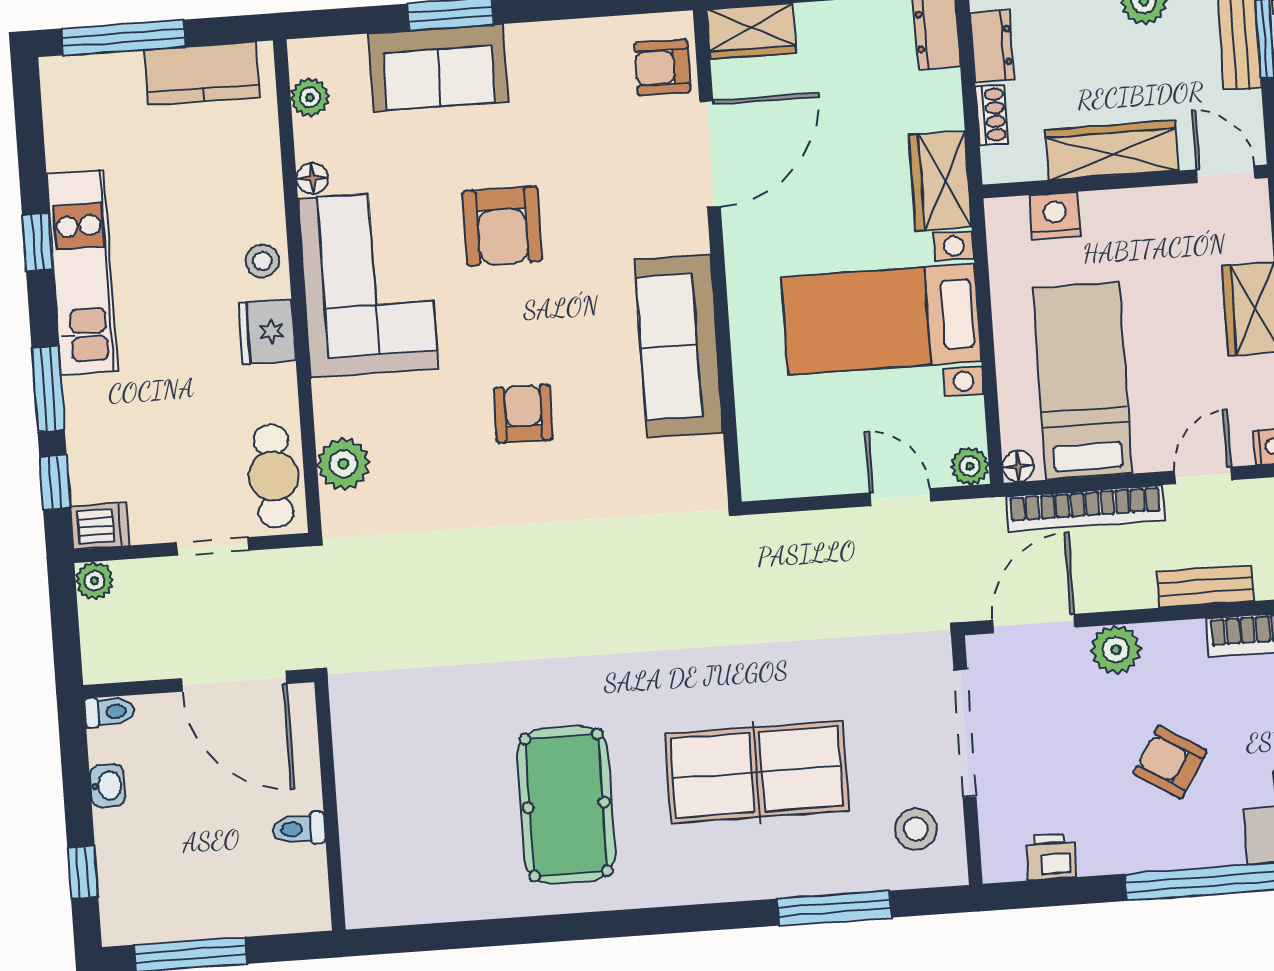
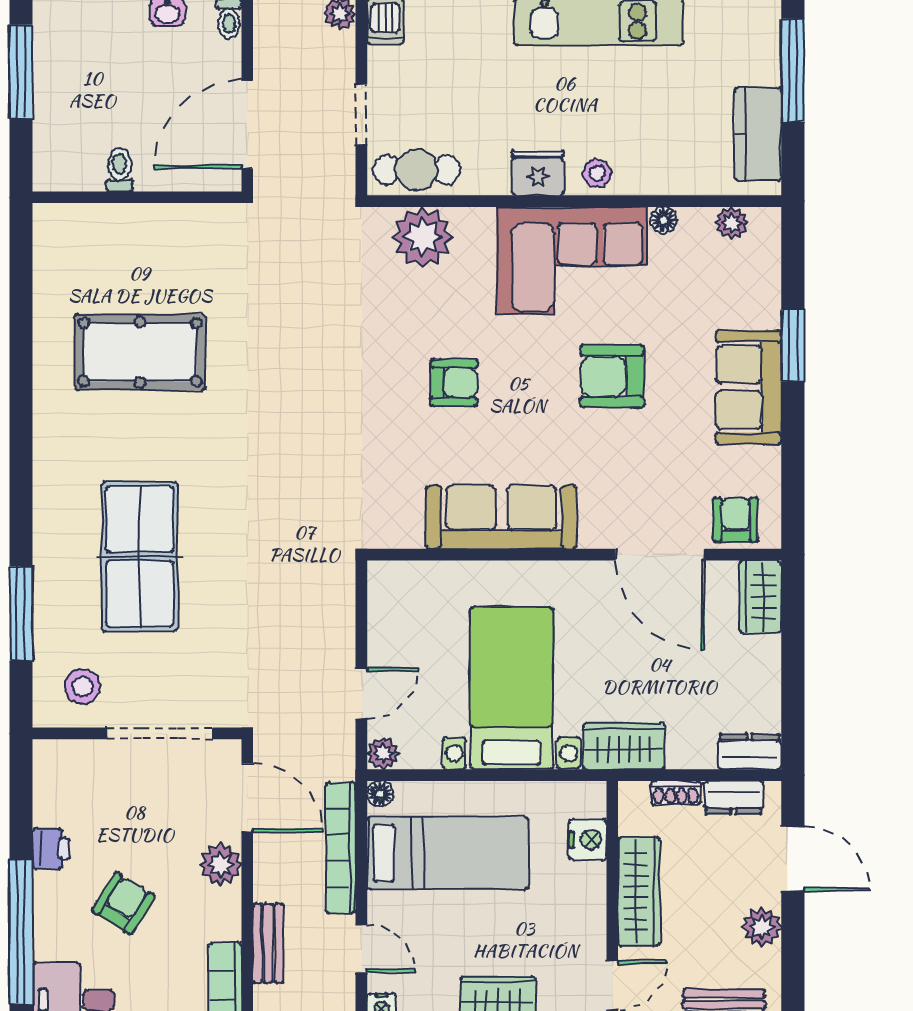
sofa: (438, 68) -> (749, 387), moved
plant: (343, 464) -> (423, 237), width x1.36, depth x1.36
pool table: (566, 805) -> (140, 352), moved
printer: (1051, 857) -> (51, 849), moved

